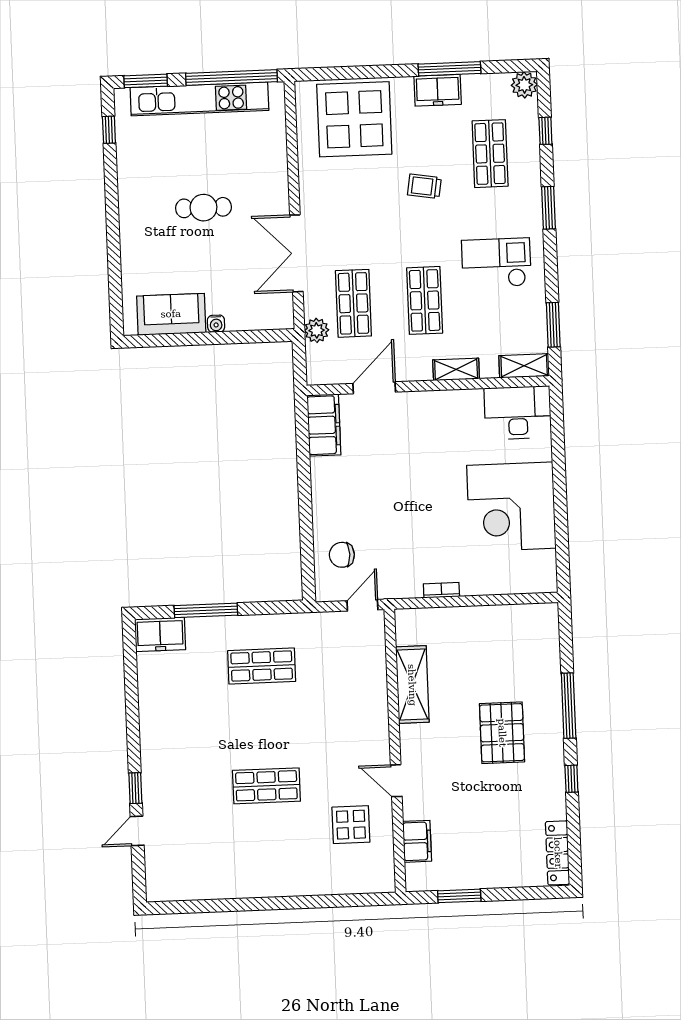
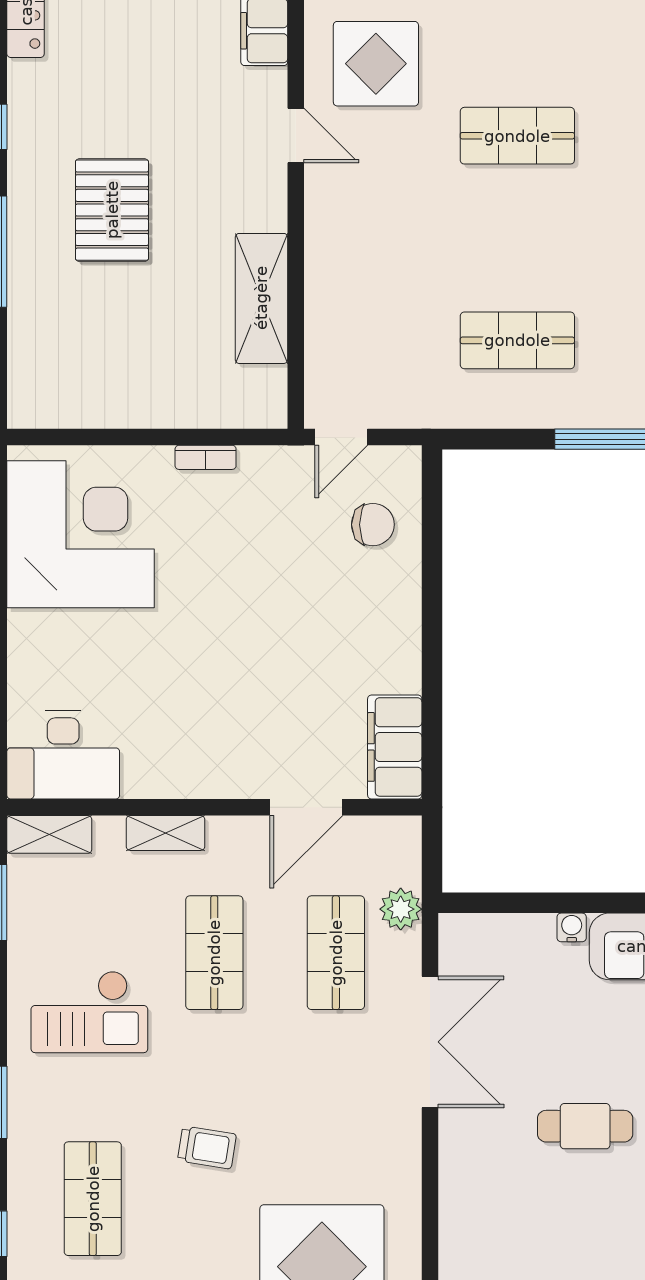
corner desk: (511, 507) -> (80, 534), moved
display table: (351, 825) -> (376, 64), width x1.36, depth x1.36

